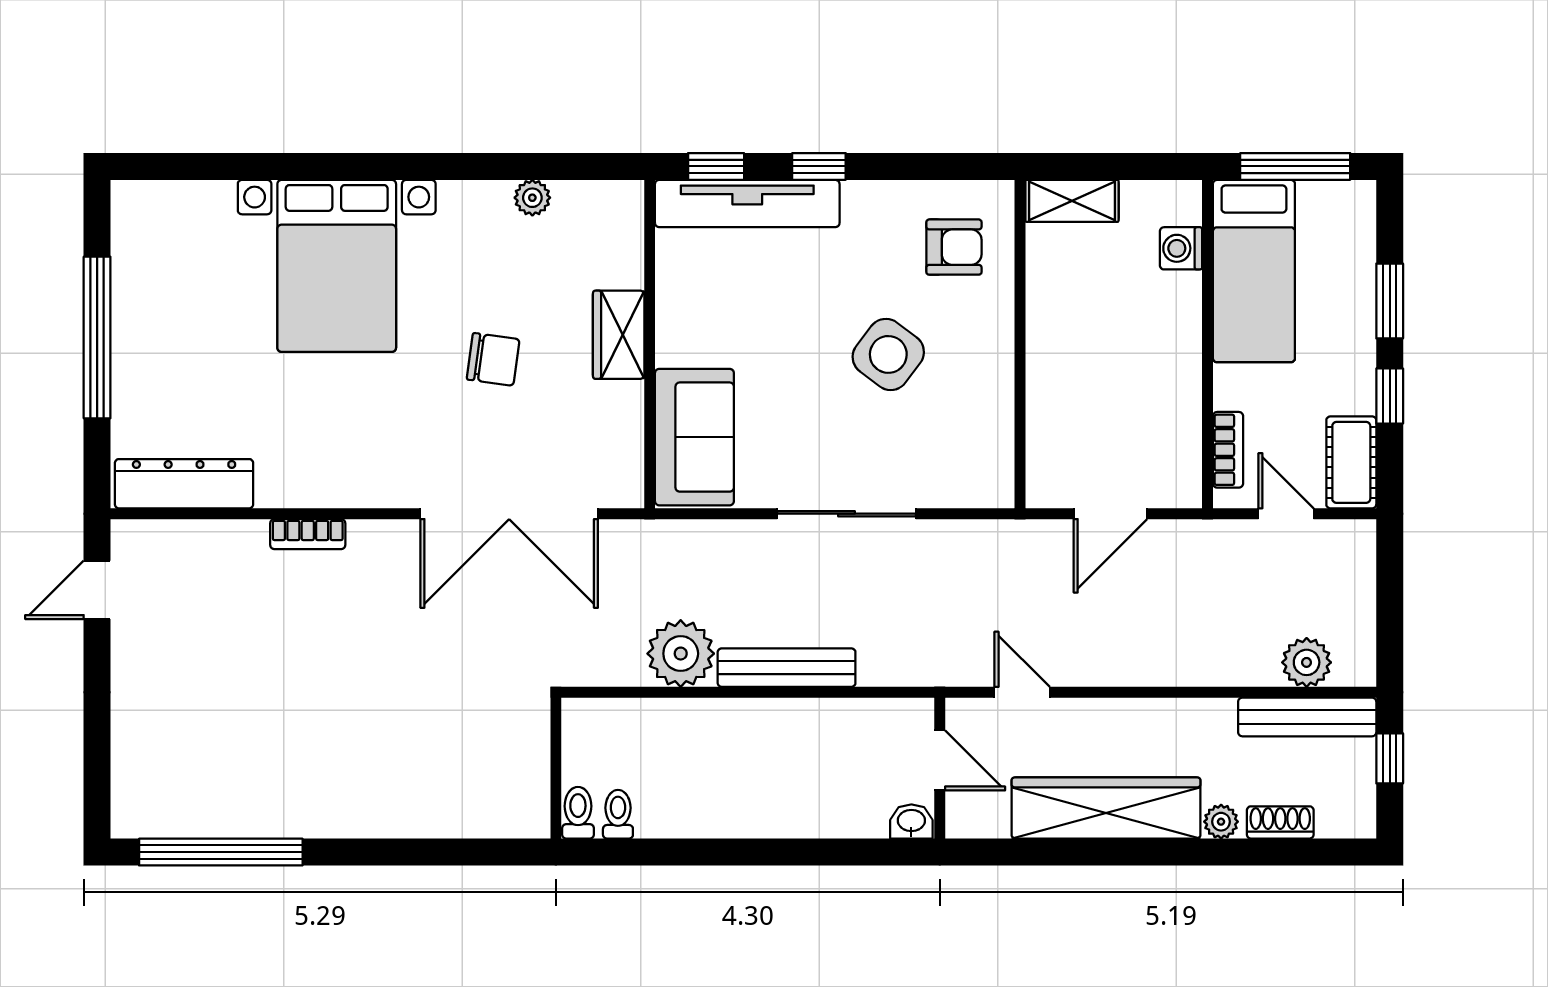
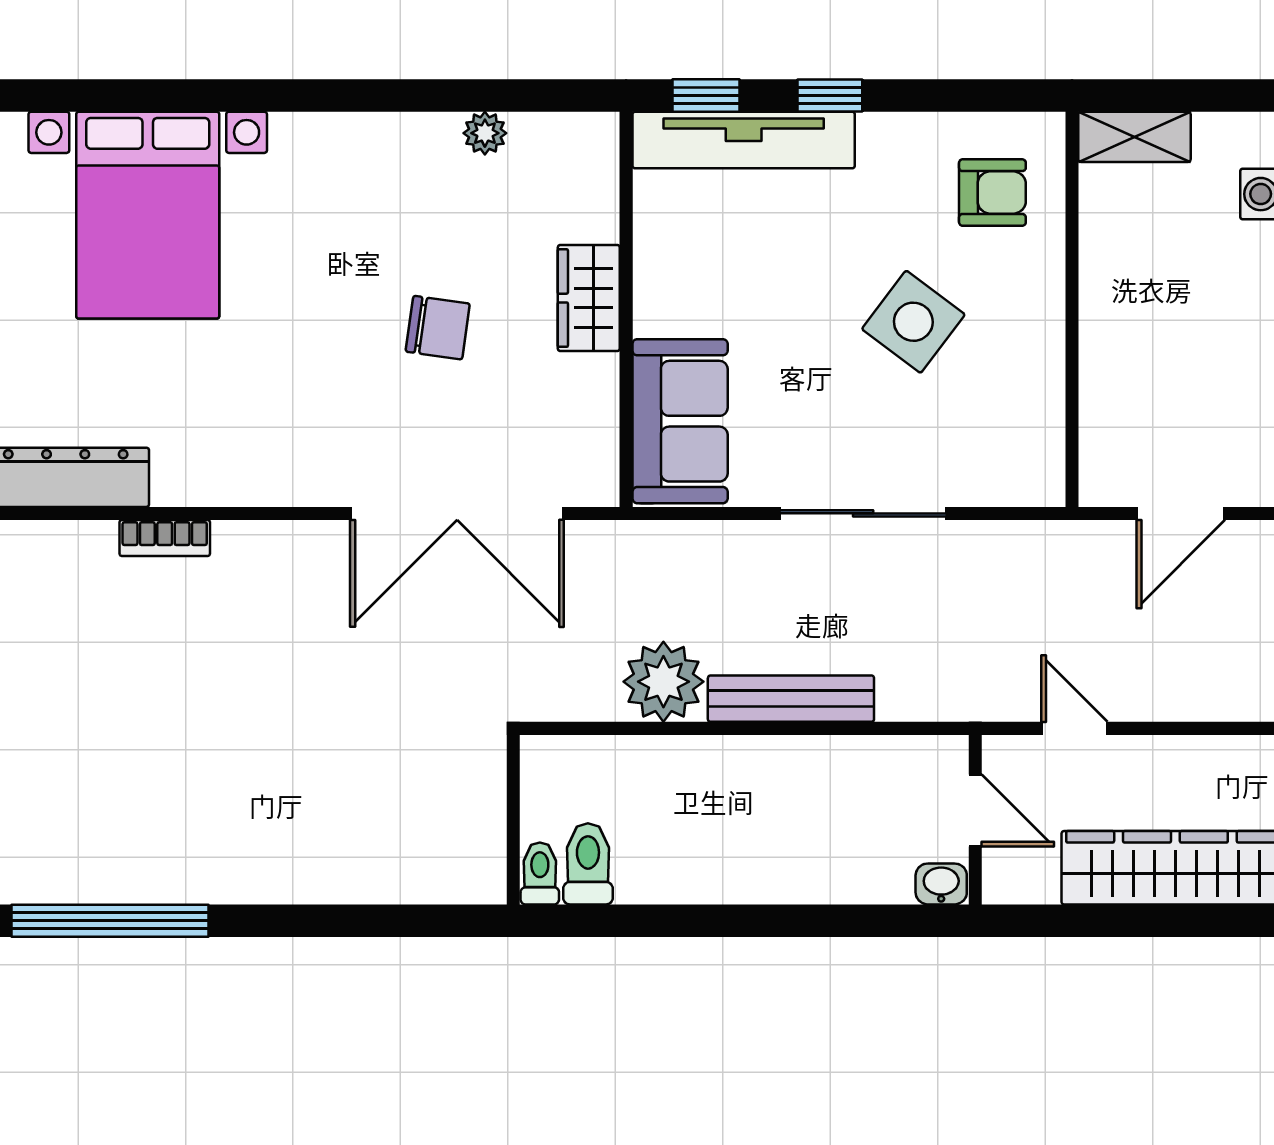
bed with nightstands: (337, 266) -> (148, 215), moved
bookcase: (308, 534) -> (165, 538), moved
toilet: (618, 814) -> (588, 864), width x1.37, depth x1.39

